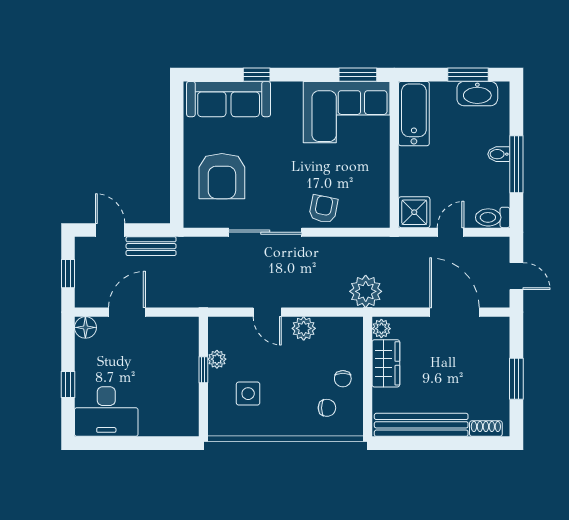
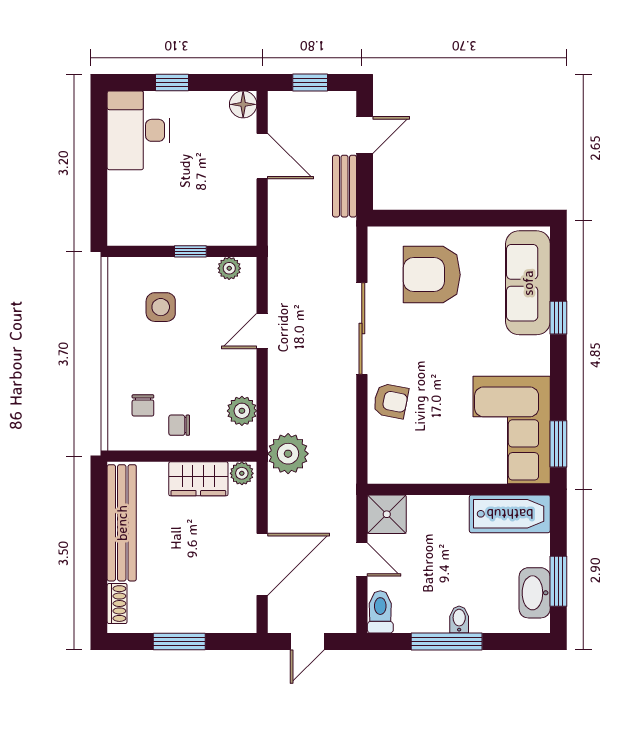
plant: (304, 328) -> (242, 411), moved
plant: (217, 359) -> (229, 268), moved

